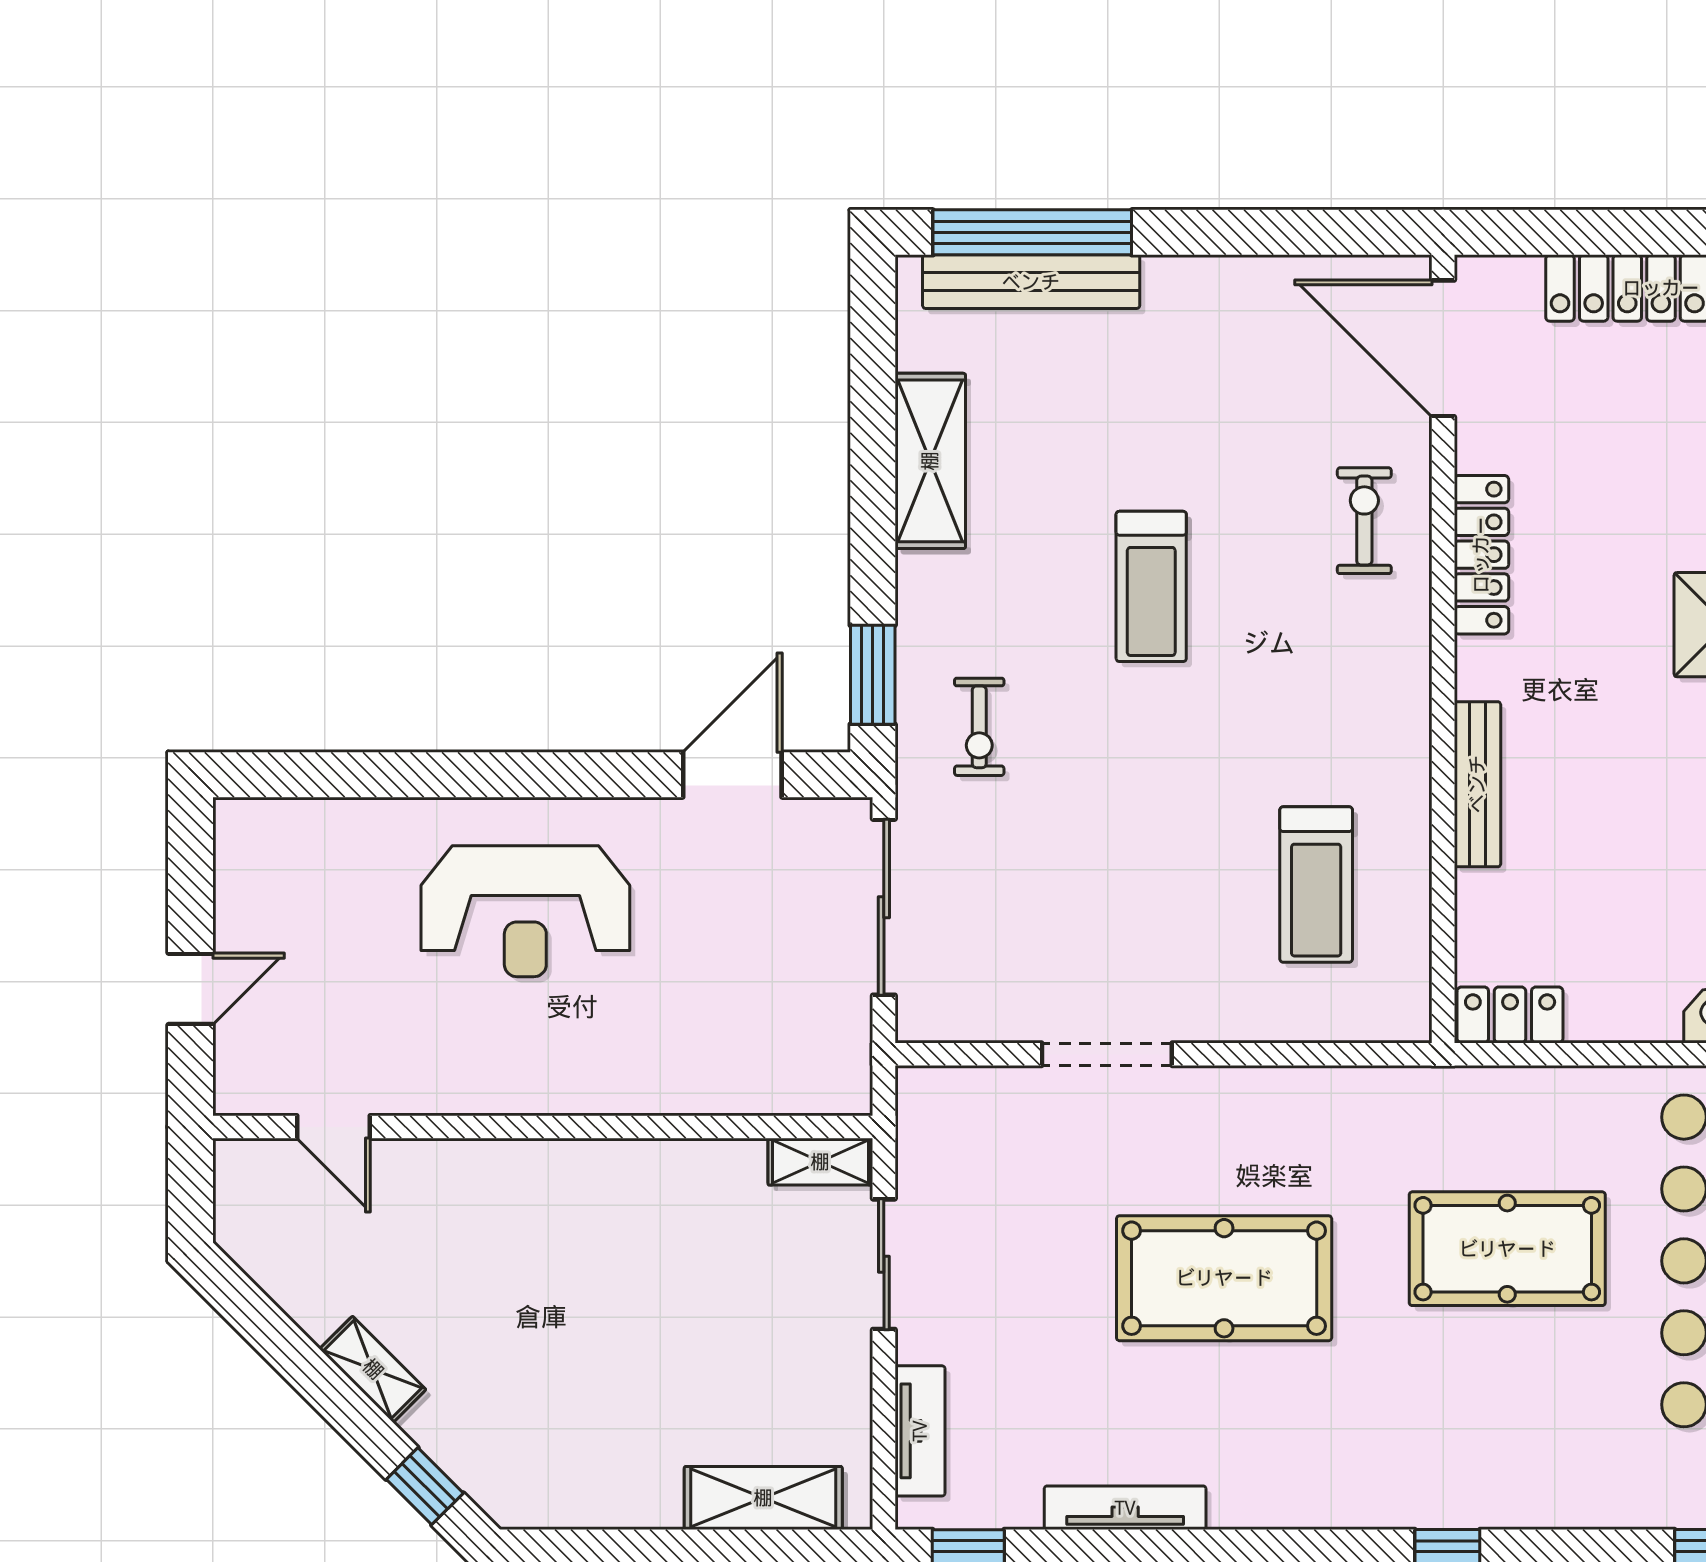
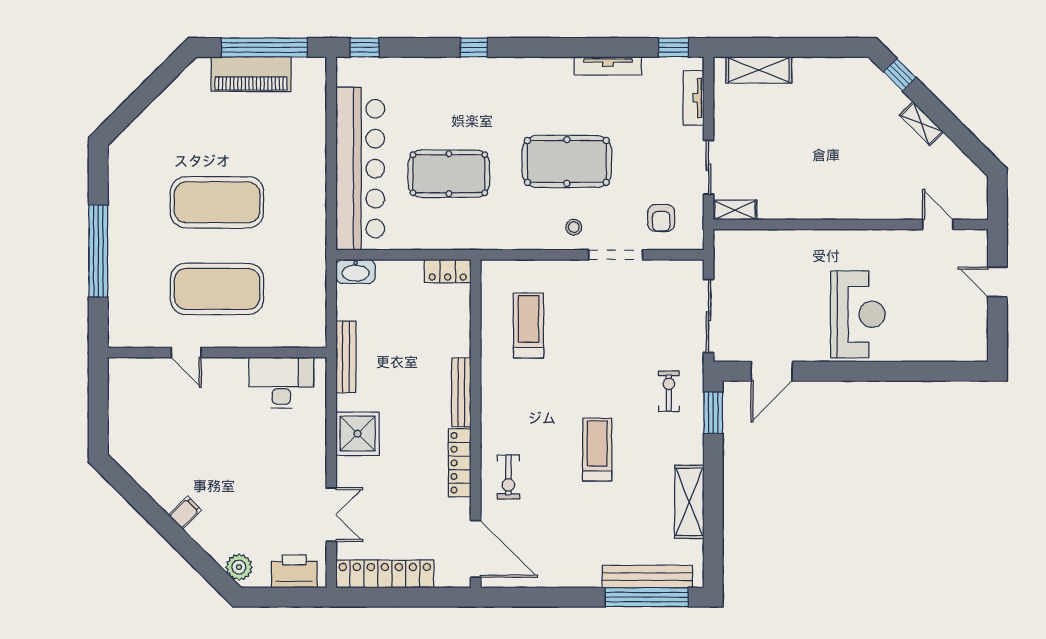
bench: (1477, 784) -> (461, 392), moved
reception desk: (525, 911) -> (858, 314), turned 90
door: (191, 989) -> (997, 282), hinge flipped
stool: (1207, 1121) -> (574, 227), added
armchair: (998, 1142) -> (661, 218), added

